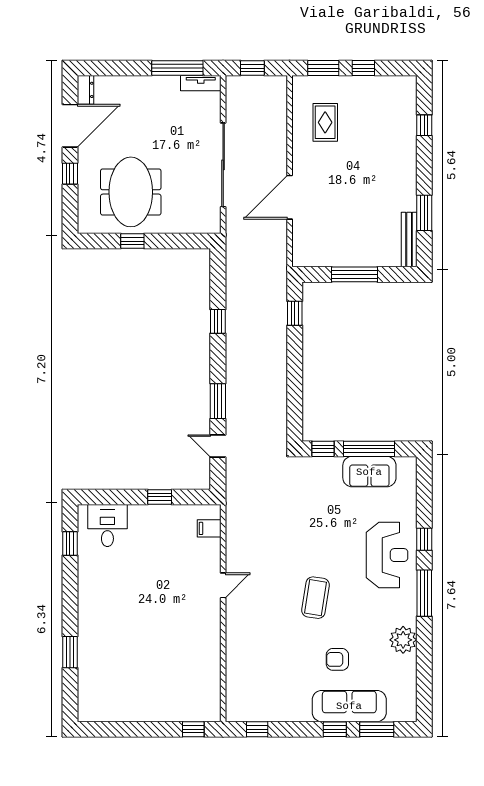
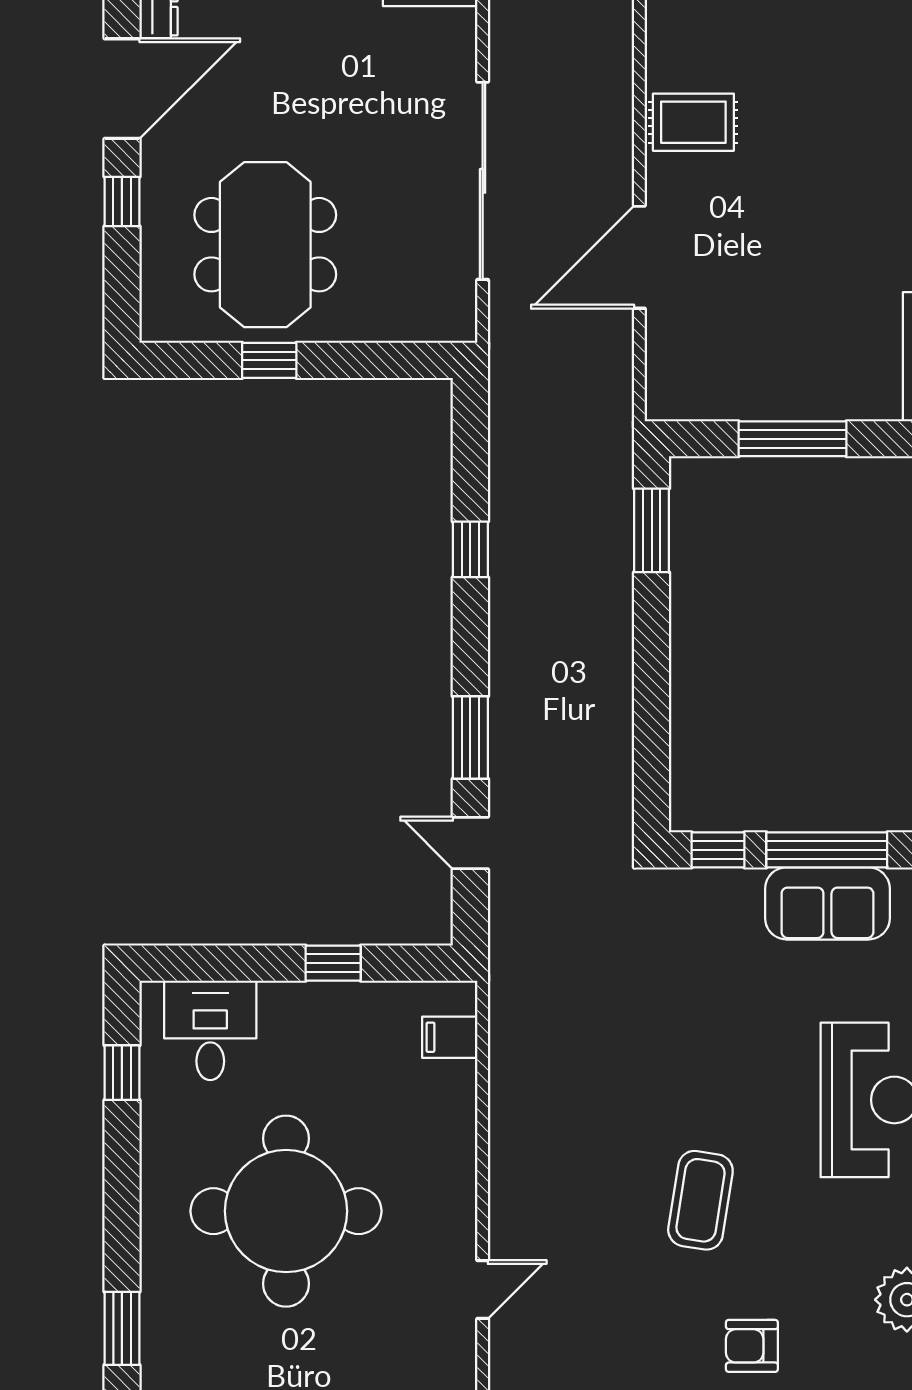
rug: (325, 122) -> (693, 122), moved, turned 90
window: (295, 313) -> (652, 530), width x1.50
door: (223, 585) -> (483, 1289), moved
round table: (140, 602) -> (286, 1211), added

